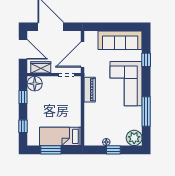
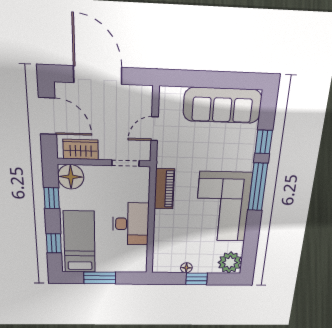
door: (82, 54) -> (155, 129), width x0.53
corner sofa: (126, 84) -> (223, 207), moved
window: (146, 112) -> (258, 187), moved
desk: (70, 113) -> (131, 224), added
bed: (60, 136) -> (79, 242), moved, turned 90

